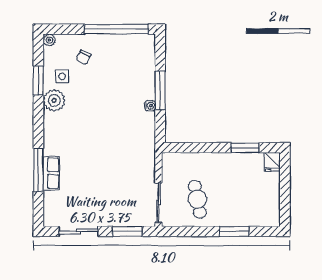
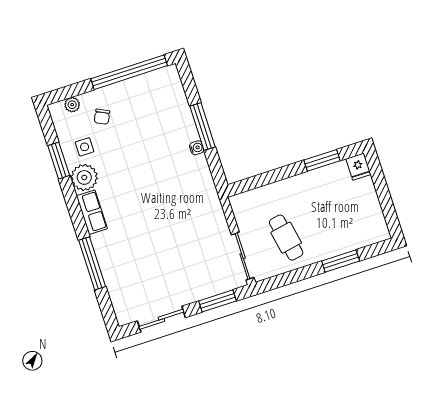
plant: (49, 40) -> (72, 105), moved
row of seats: (51, 173) -> (92, 212), moved

